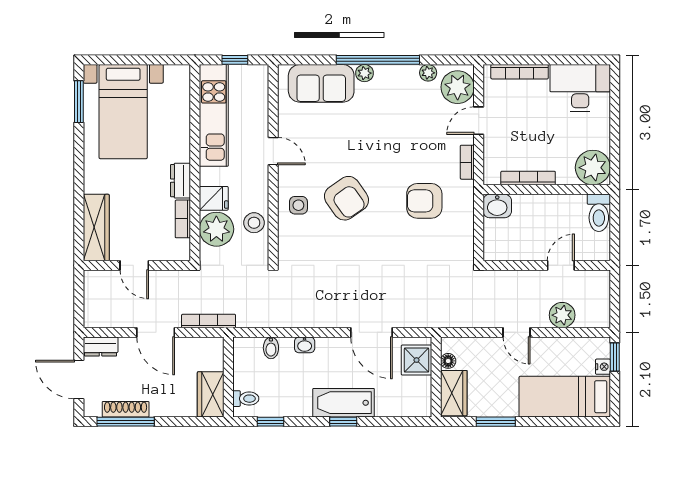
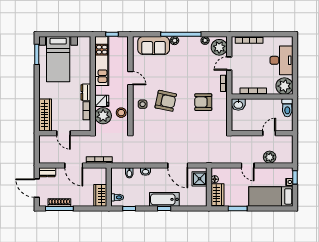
desk: (580, 88) -> (281, 60), moved, turned 90
armchair: (346, 198) -> (166, 101), turned -43

